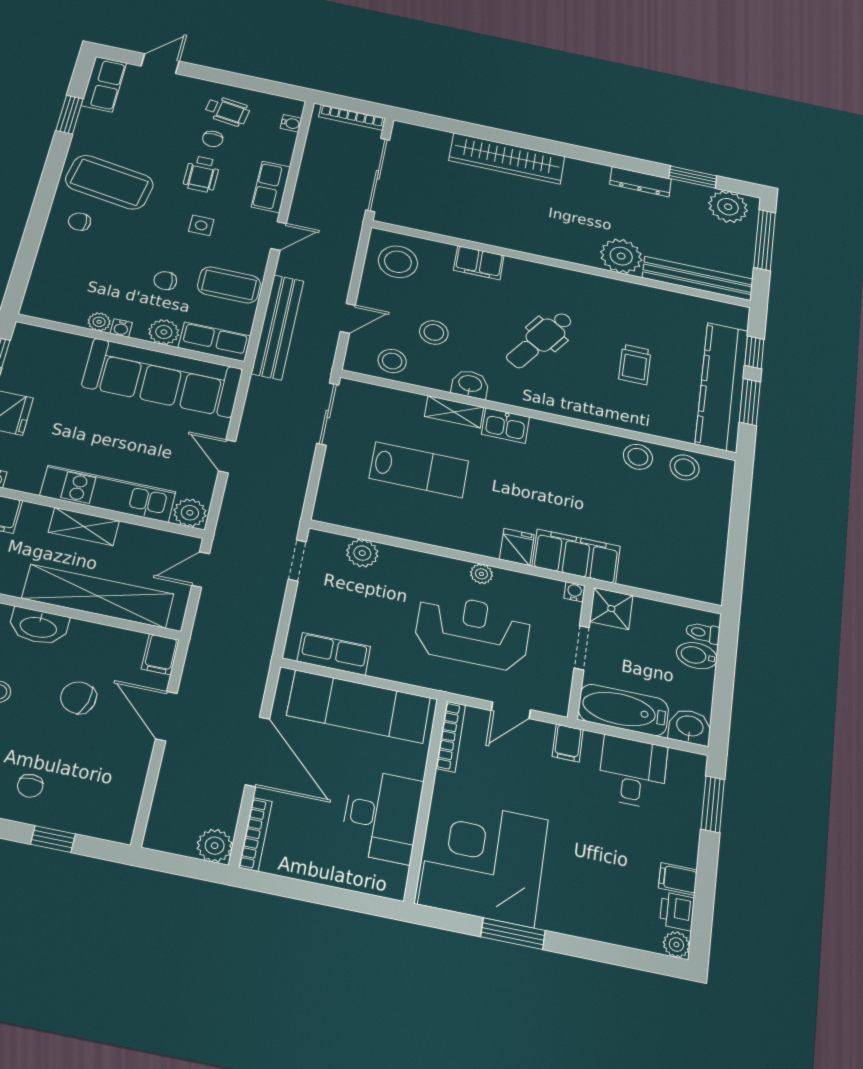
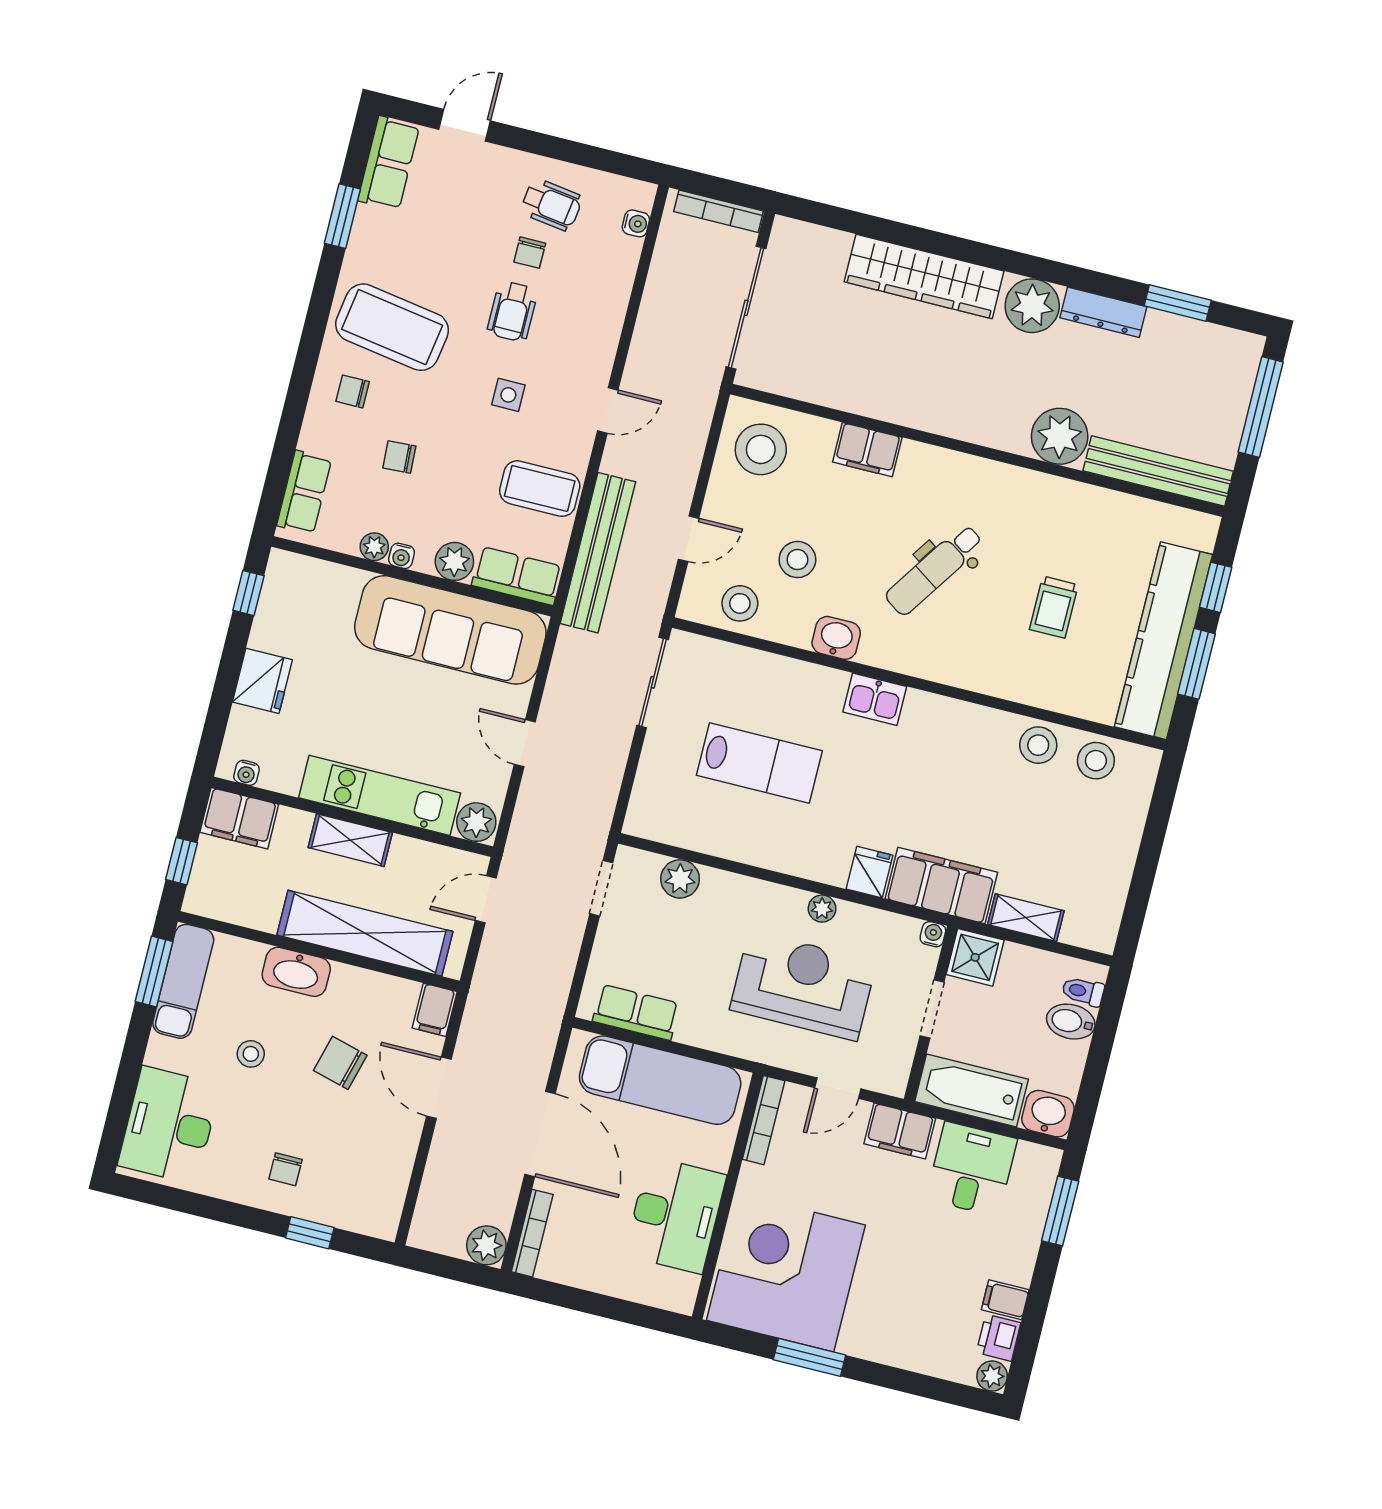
row of seats: (271, 187) -> (304, 492), moved, turned 180
plant: (728, 207) -> (1032, 306), moved
chair: (165, 281) -> (399, 457), moved
shelving: (454, 412) -> (1026, 918), moved
filing cabinet: (568, 743) -> (900, 1131), width x2.00

